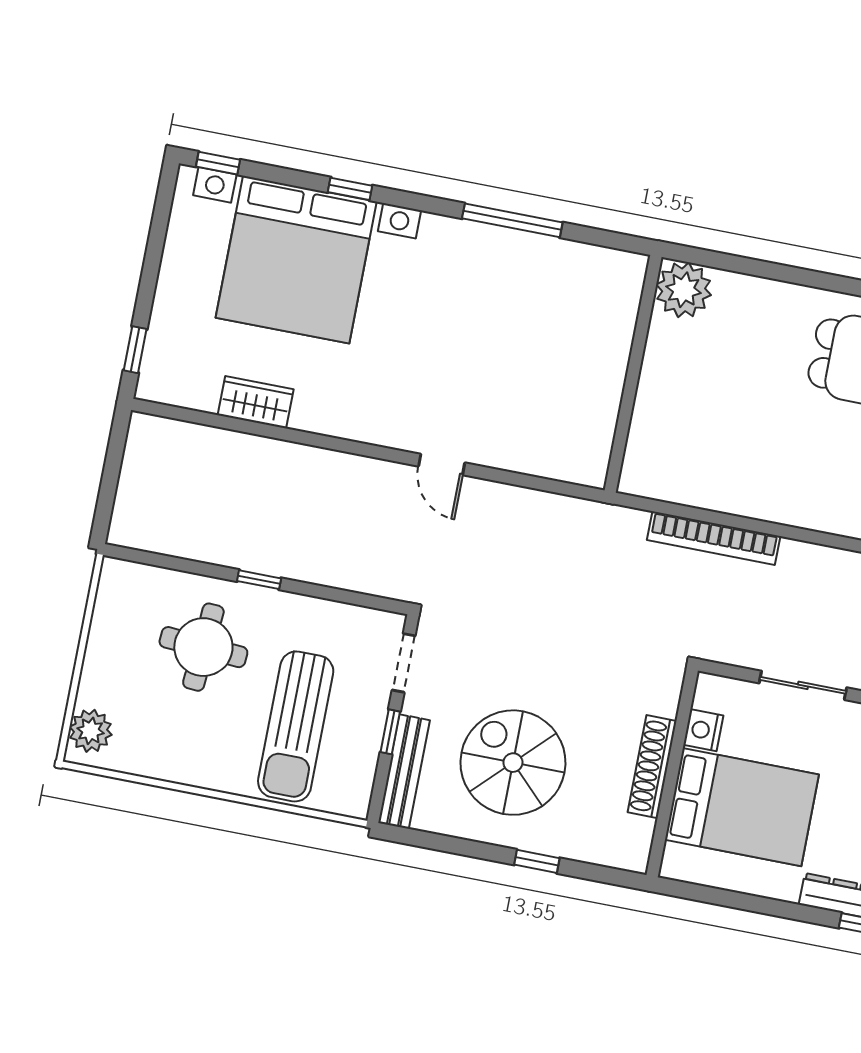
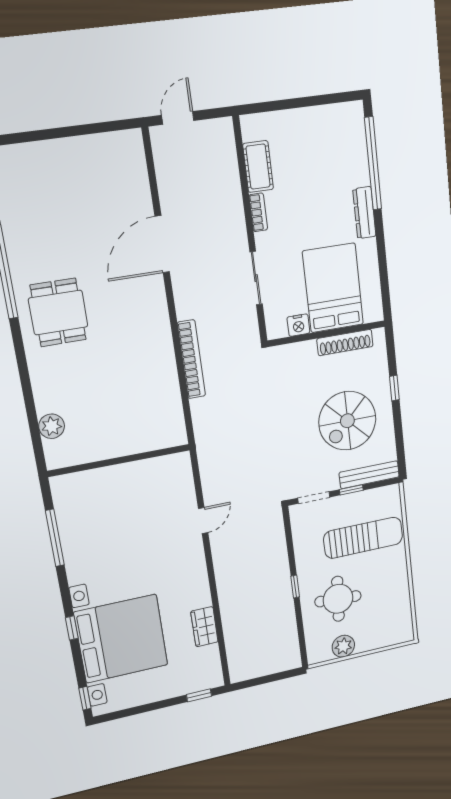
plant: (684, 290) -> (52, 426), width x0.73, depth x0.73
wall: (633, 374) -> (119, 460), moved
plant: (91, 731) -> (343, 646), moved
shoe rack: (652, 767) -> (345, 343), moved

